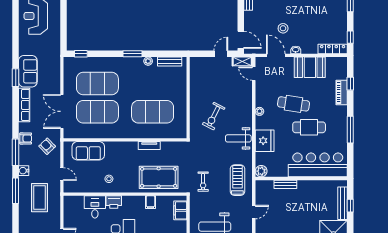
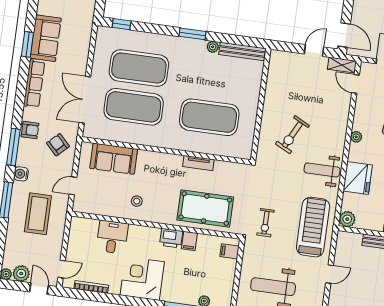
bench: (170, 62) -> (242, 51), width x1.36
door: (62, 174) -> (73, 186), swing flipped
treadmill: (237, 180) -> (313, 227), width x1.37, depth x1.37
printer: (114, 202) -> (171, 238), moved
filing cabinet: (180, 210) -> (230, 251), width x0.50

